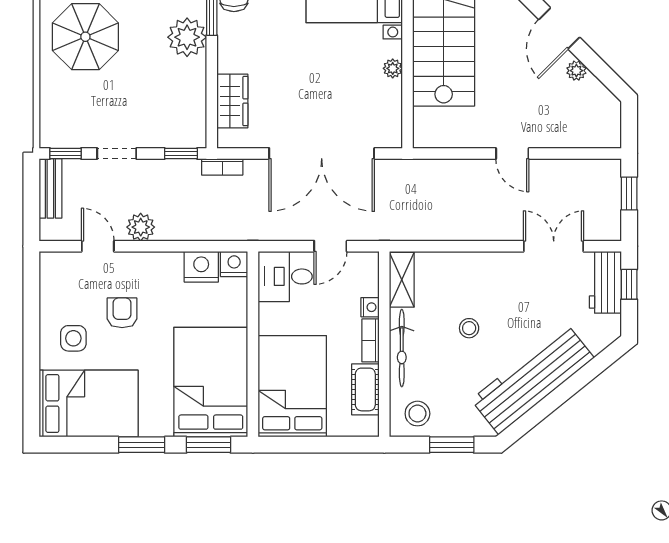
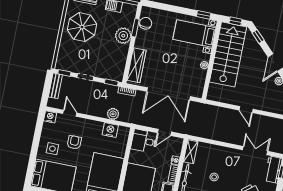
wardrobe: (232, 101) -> (136, 65), width x1.50
plant: (141, 227) -> (113, 114), moved
nightstand: (234, 264) -> (50, 117), moved

